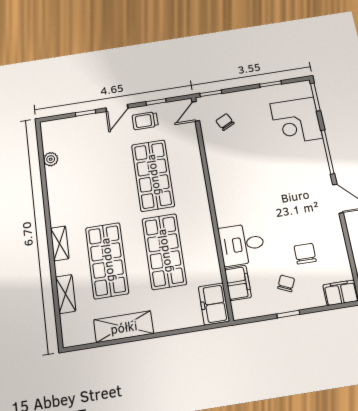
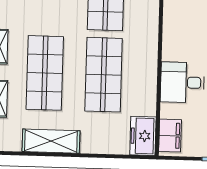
filing cabinet: (238, 283) -> (170, 136), moved

